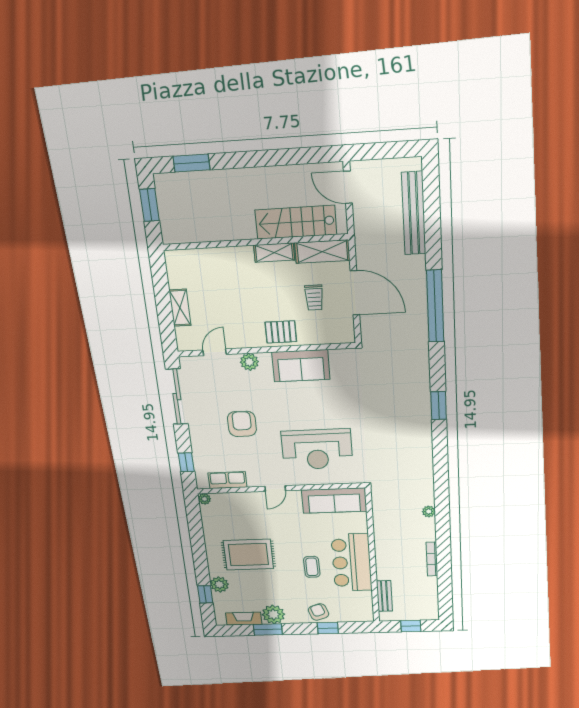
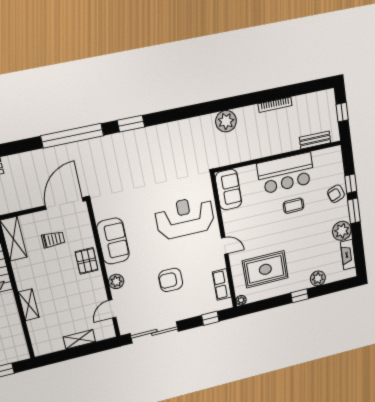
shelving: (274, 253) -> (29, 305), moved
door: (355, 293) -> (64, 203), moved
window: (435, 306) -> (72, 136), moved
door: (215, 352) -> (112, 309), hinge flipped
reception desk: (317, 449) -> (185, 217), turned -90
sofa: (334, 501) -> (228, 190), width x0.73
plant: (429, 511) -> (226, 121), width x1.87, depth x1.87
rug: (248, 555) -> (265, 269), moved, turned 90
window: (205, 594) -> (300, 296), moved
window: (268, 630) -> (354, 211), moved

